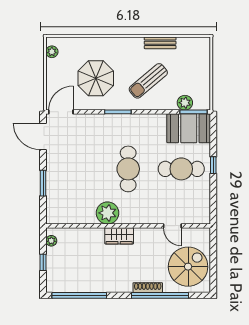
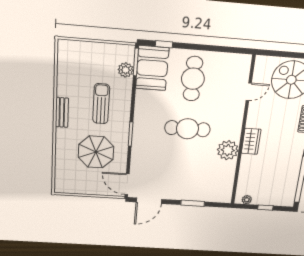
bench: (160, 43) -> (62, 112), moved
plant: (52, 52) -> (69, 188), removed
sun lounger: (148, 81) -> (101, 104), turned -140
window: (213, 165) -> (164, 44), moved

